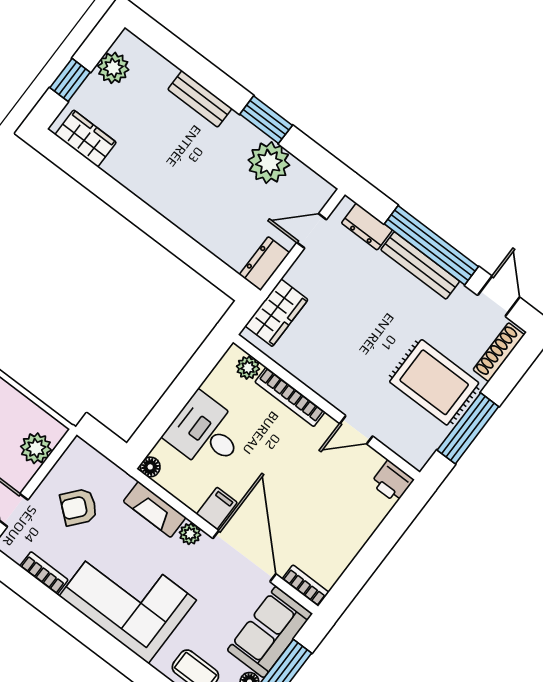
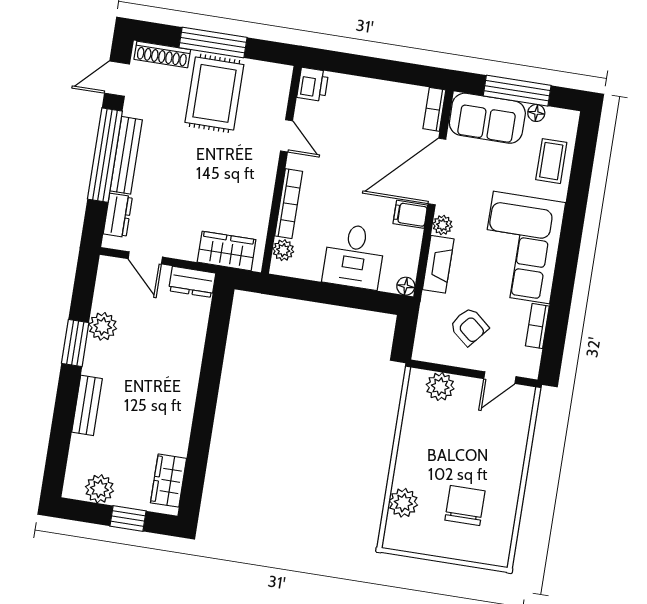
plant: (269, 163) -> (103, 326), width x0.73, depth x0.73
window: (468, 428) -> (213, 42), moved

